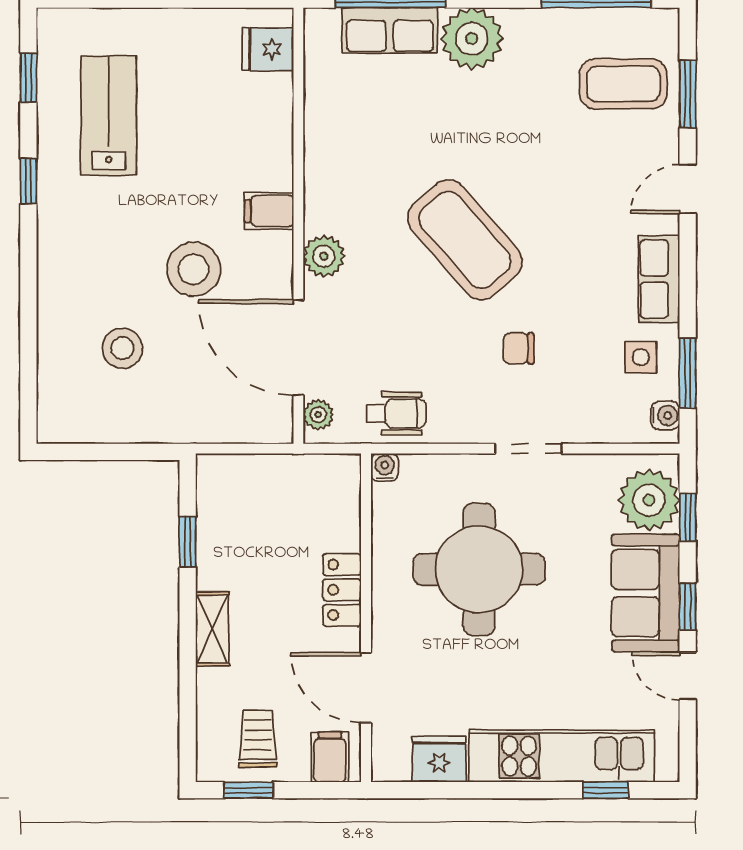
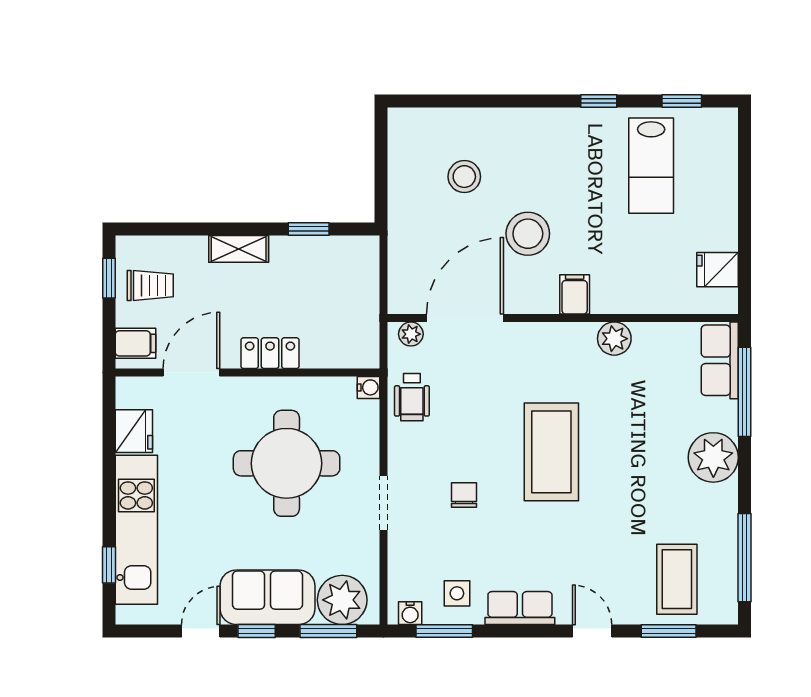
row of seats: (390, 30) -> (720, 360), moved
fridge: (268, 49) -> (718, 270), moved, turned -90
lab bench: (109, 116) -> (651, 166), turned 90
coffee table: (465, 240) -> (551, 452), turned -49
plant: (324, 256) -> (614, 339), moved
window: (688, 517) -> (328, 631), width x1.50

